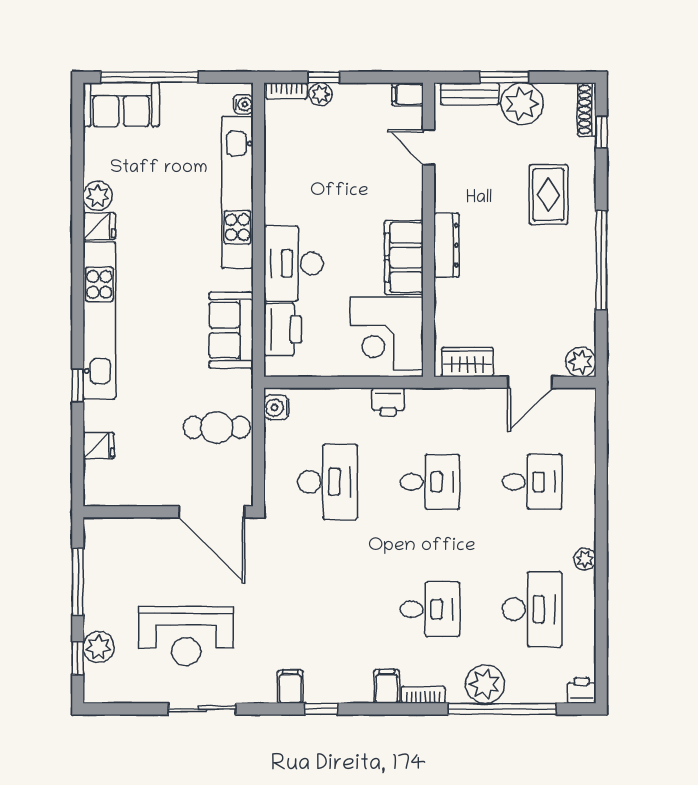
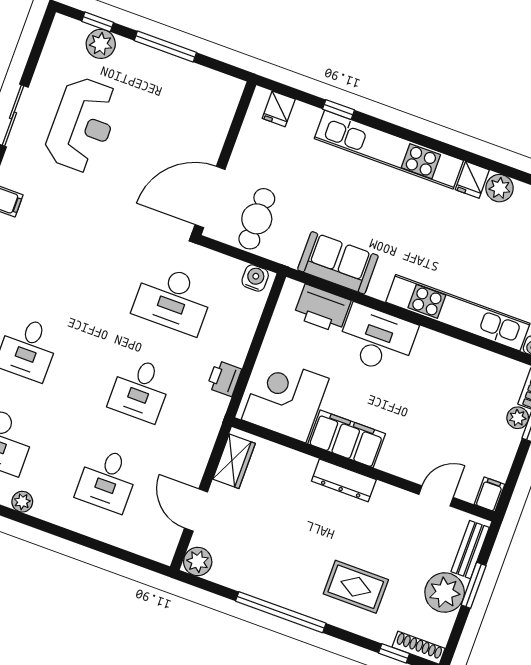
wall: (168, 512) -> (224, 158), moved
door: (212, 512) -> (210, 197), moved
reception desk: (186, 636) -> (82, 125), turned 180

